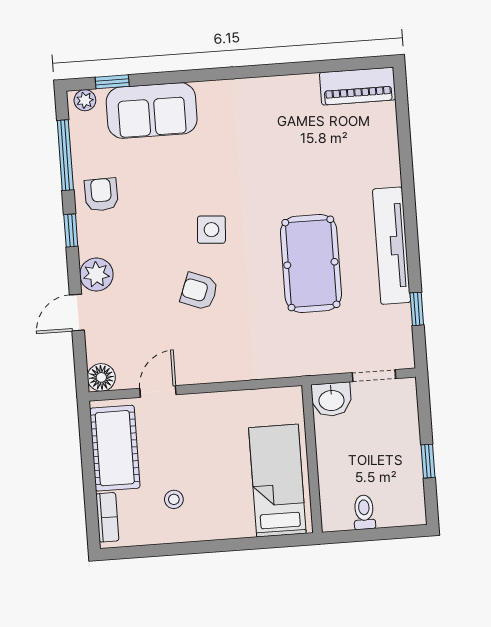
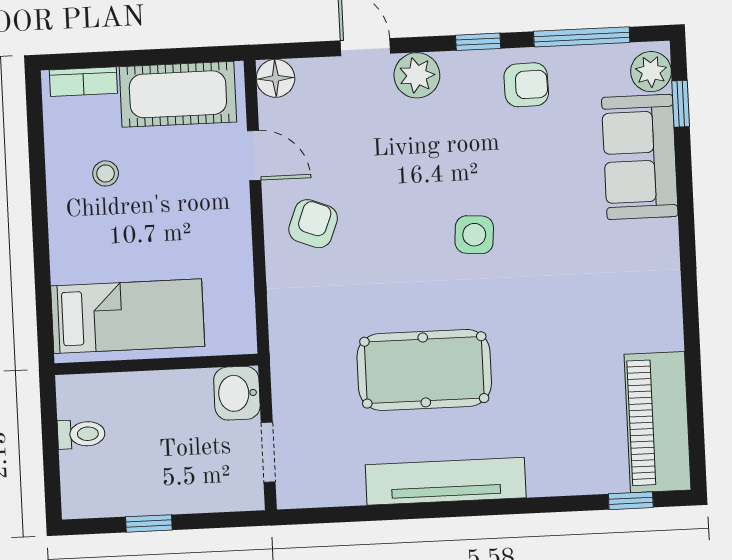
piano: (358, 86) -> (658, 422), width x1.37, depth x1.33
plant: (85, 100) -> (651, 72), width x1.38, depth x1.38
armchair: (199, 291) -> (313, 224), moved
window: (417, 309) -> (631, 501), moved

